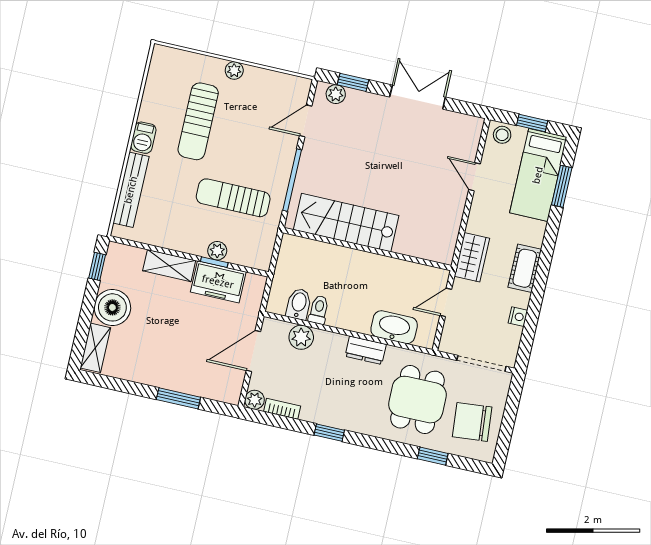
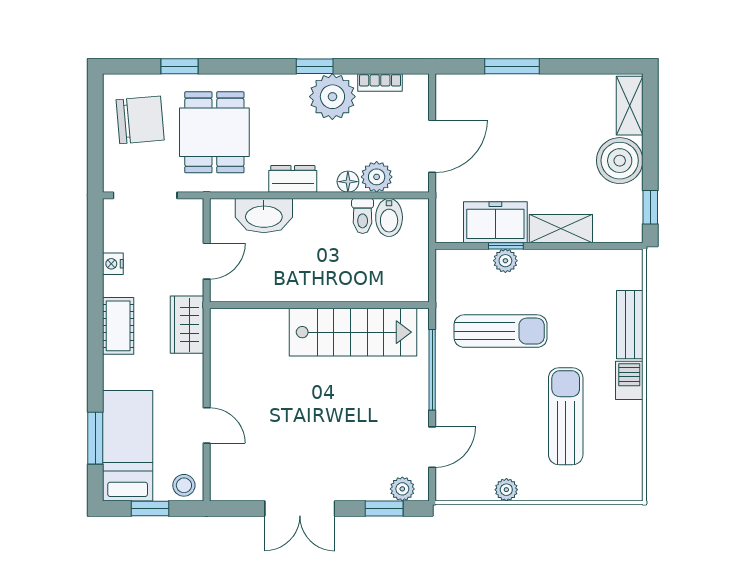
plant: (234, 70) -> (506, 490), moved
bench: (131, 190) -> (630, 325), width x0.73
floor lamp: (324, 339) -> (348, 182), added
plant: (255, 400) -> (332, 97), moved, width x1.88, depth x1.88

